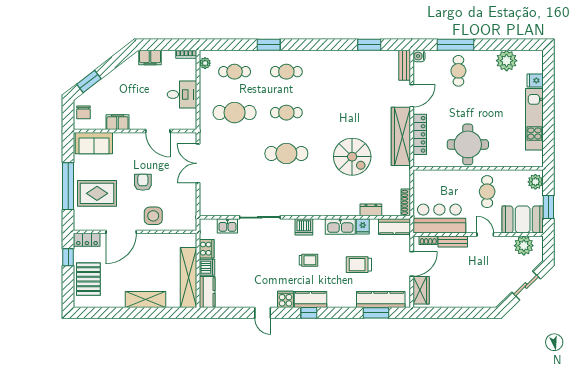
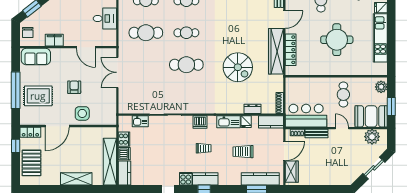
round table: (468, 144) -> (337, 40), moved

